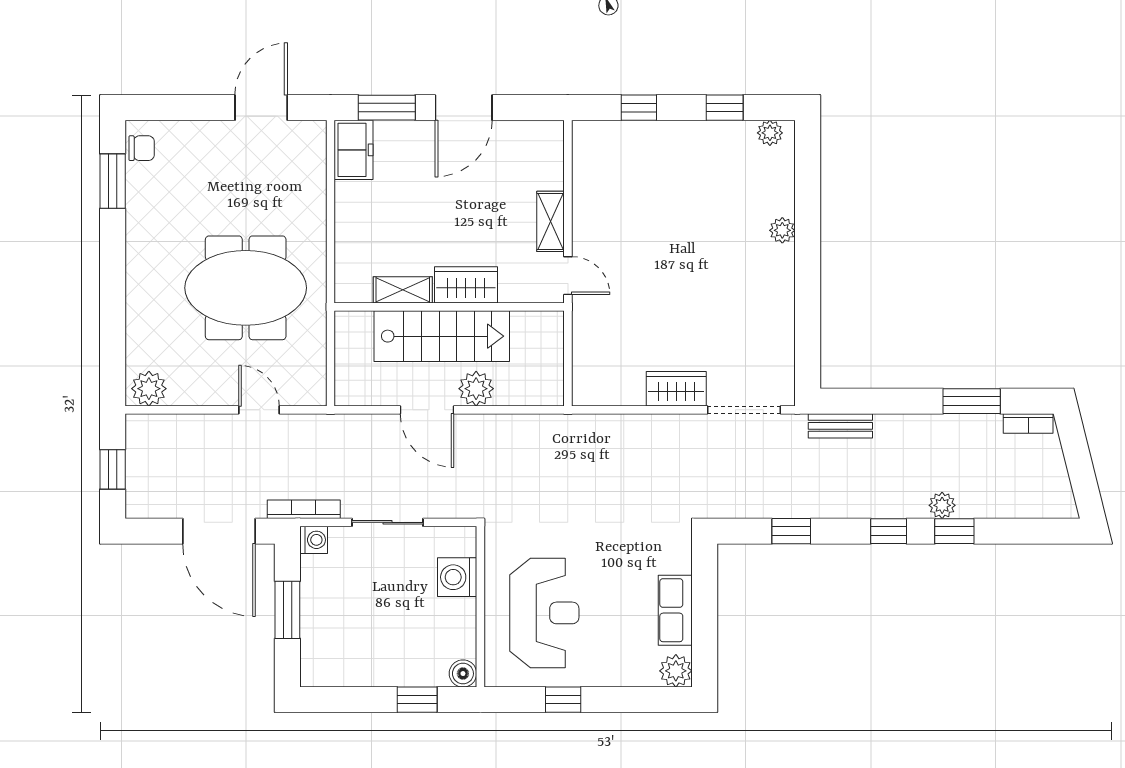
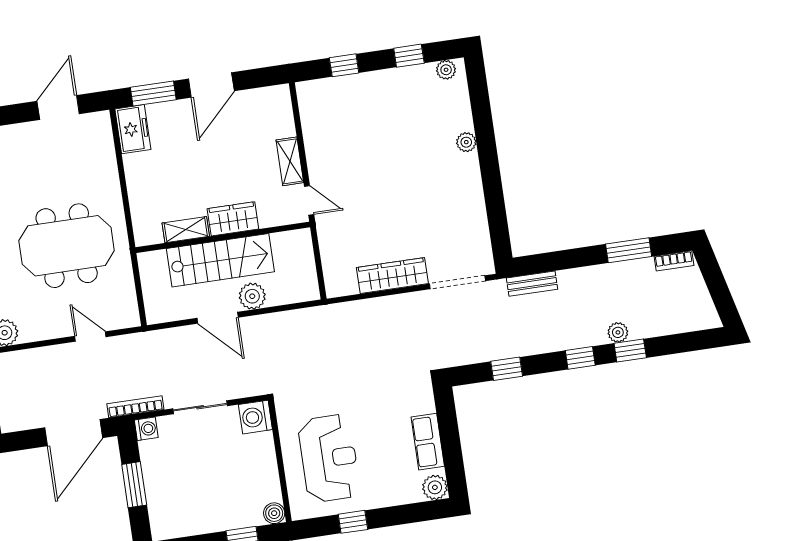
wardrobe: (676, 389) -> (392, 276), width x1.50
door: (219, 531) -> (74, 433), hinge flipped
washing machine: (457, 577) -> (255, 417), moved

